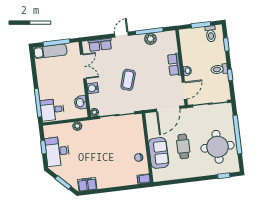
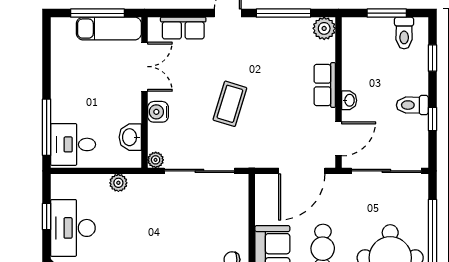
plant: (150, 39) -> (324, 28), moved
exam couch: (50, 51) -> (109, 29), moved

